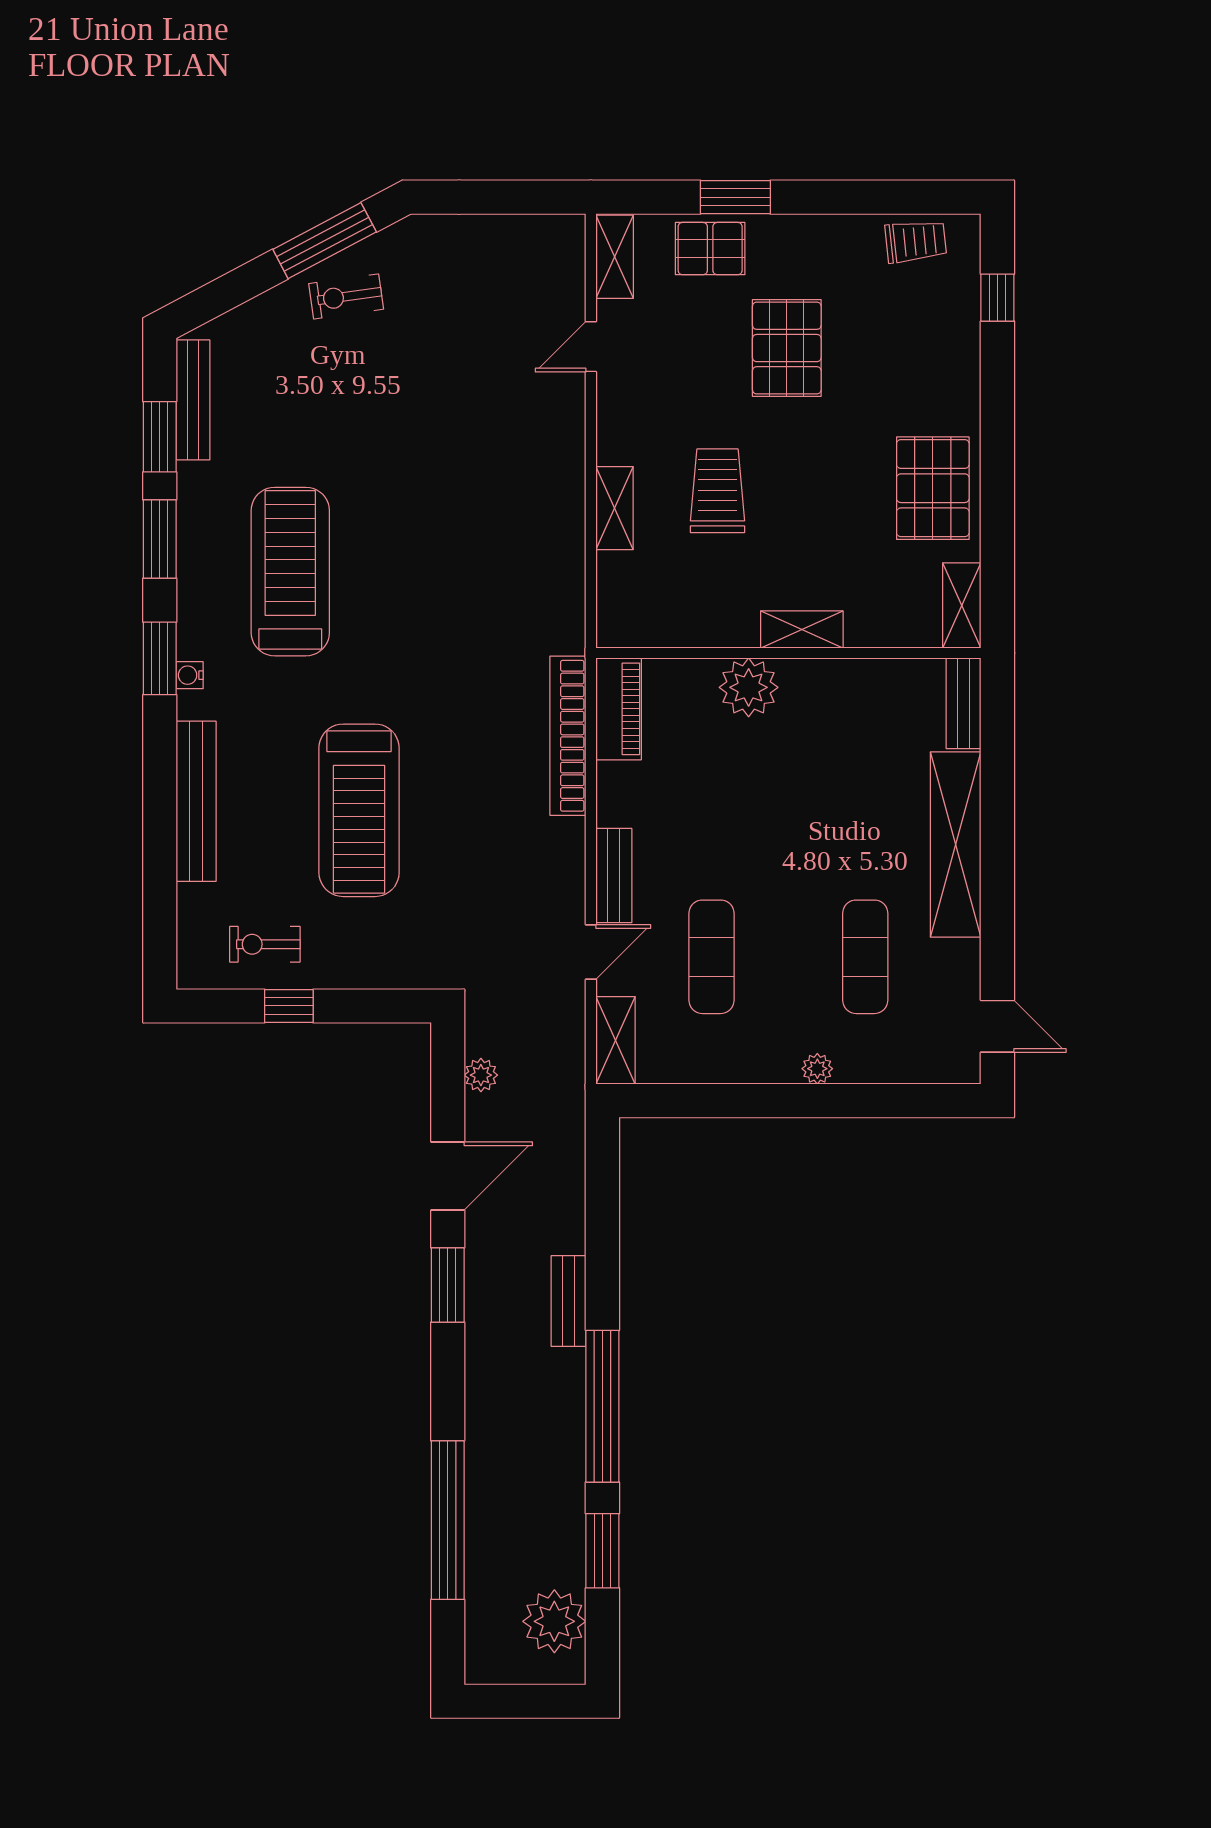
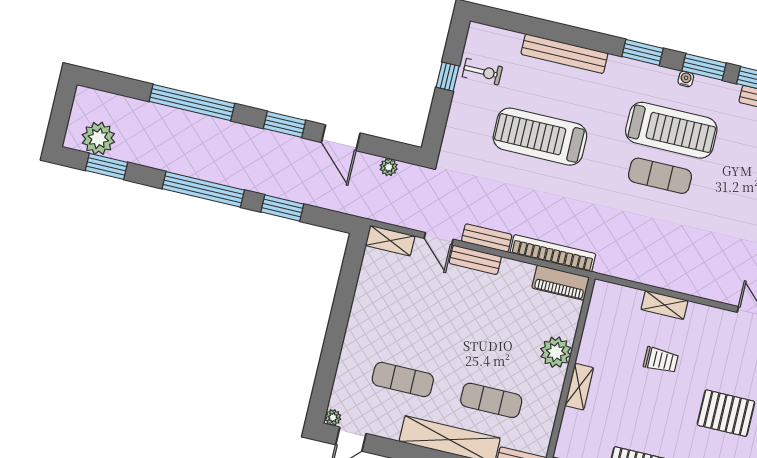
trolley: (717, 491) -> (661, 360), width x0.73, depth x0.72
exercise mat: (379, 573) -> (660, 176), added
water cooler: (190, 675) -> (686, 79), moved
exercise bike: (265, 944) -> (482, 72), turned 90
exercise mat: (711, 957) -> (491, 400), moved
plant: (817, 1069) -> (333, 418), moved
window: (602, 1253) -> (282, 208), added
bench: (569, 1301) -> (487, 238), moved
window: (448, 1520) -> (192, 103), moved
window: (602, 1551) -> (106, 166), moved

